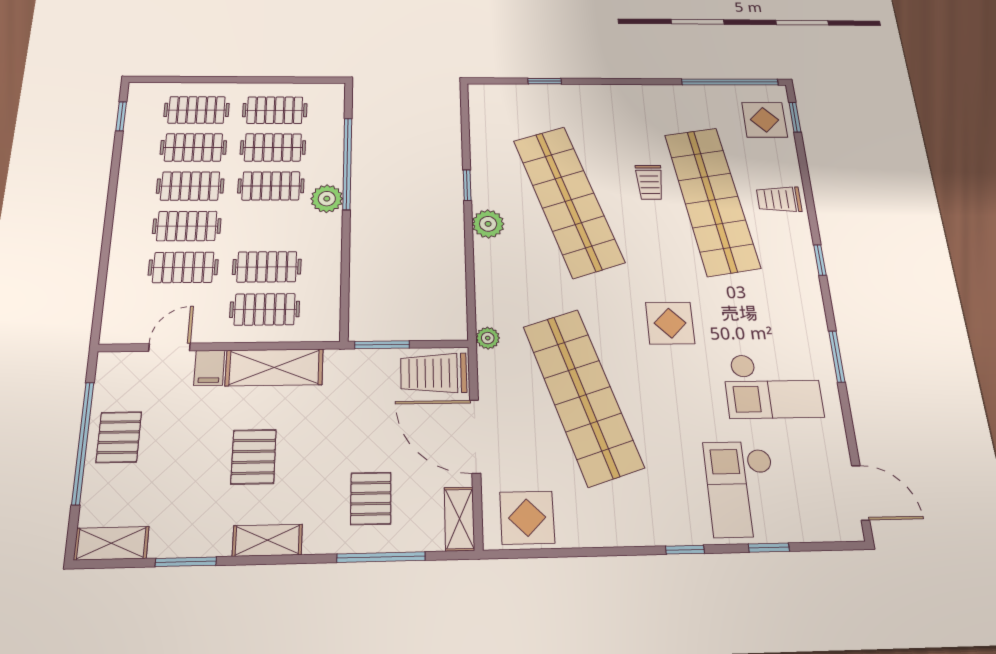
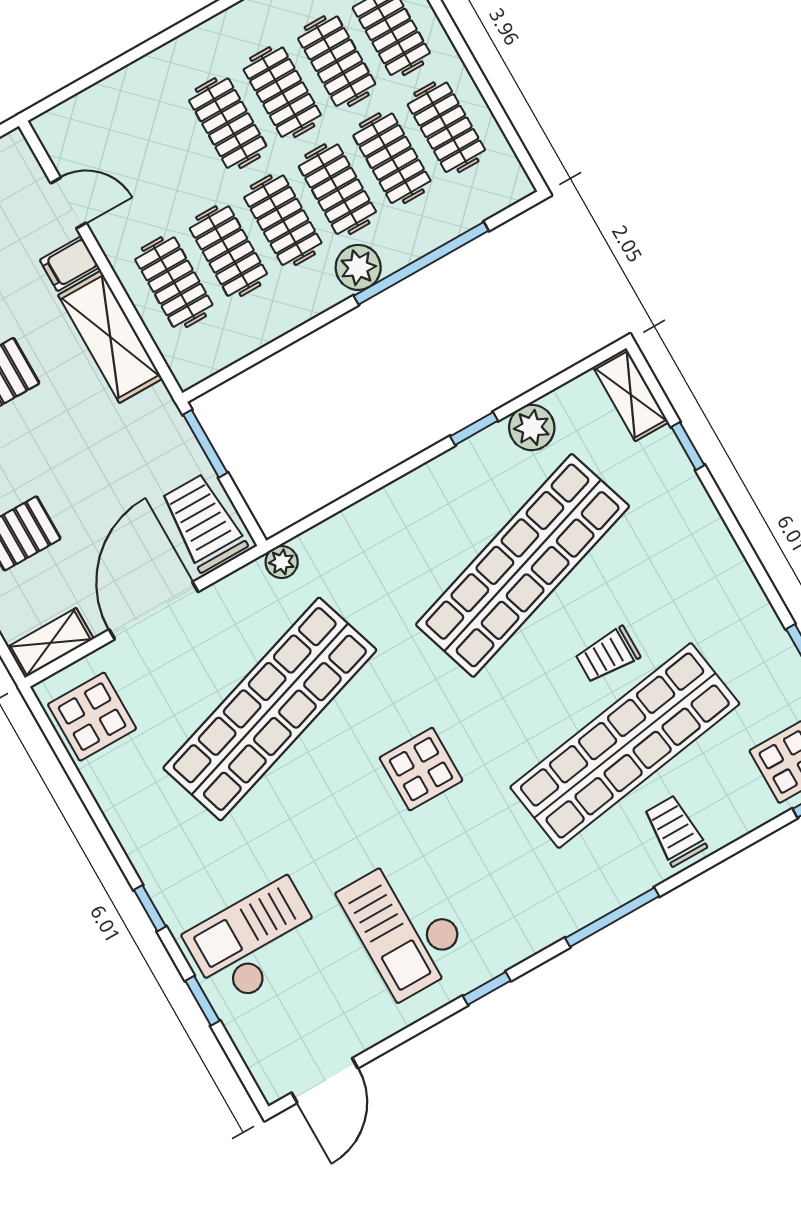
shelving: (497, 95) -> (631, 395), added
plant: (488, 224) -> (532, 428), moved
window: (820, 260) -> (612, 917), width x2.17
clothes rail: (183, 267) -> (283, 220), moved
window: (837, 356) -> (487, 988), width x0.67

